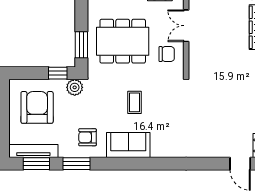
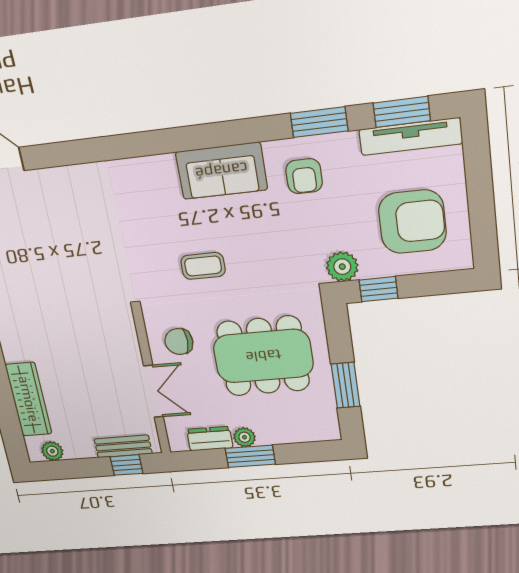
window: (81, 45) -> (346, 385), moved
coffee table: (134, 102) -> (203, 266), moved, turned 90
armchair: (37, 107) -> (412, 222), turned -90
armchair: (87, 137) -> (304, 176), turned 90

